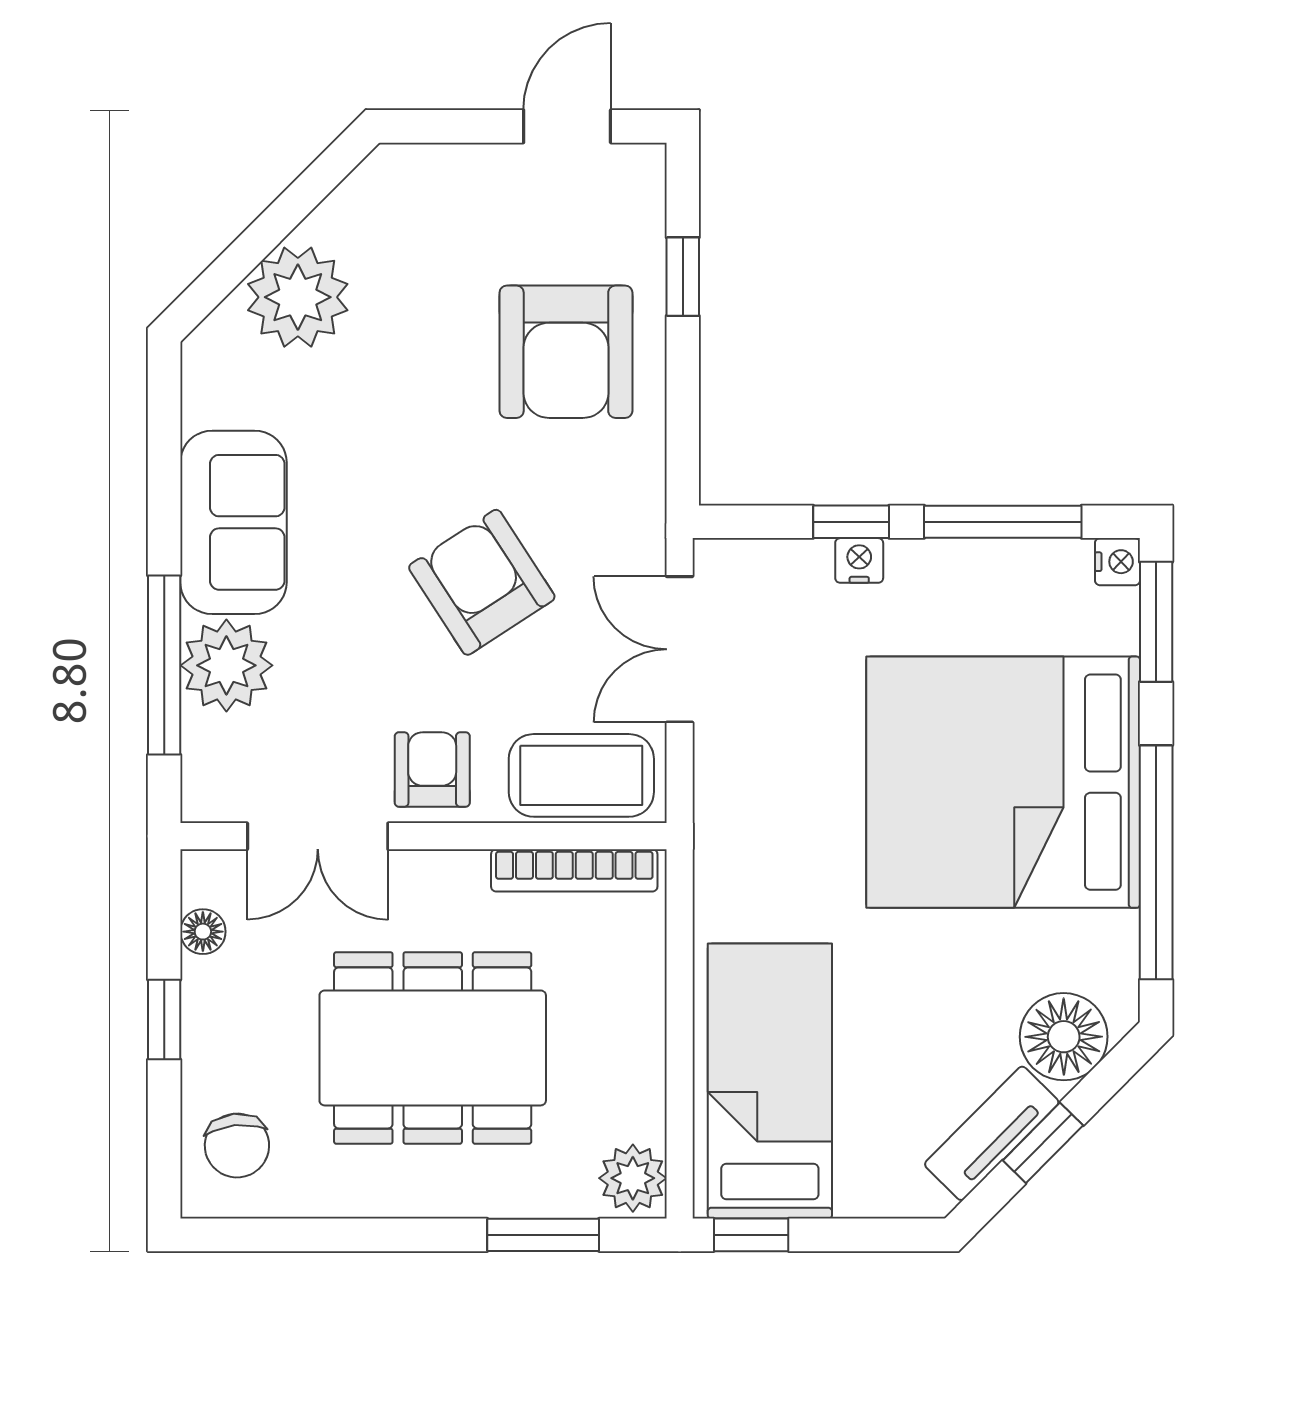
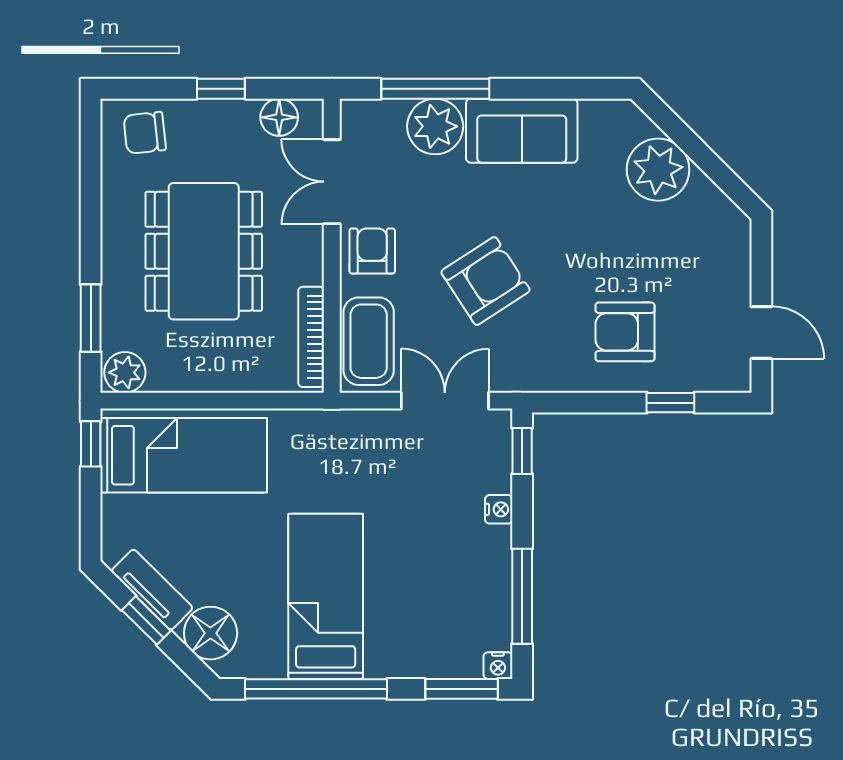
armchair: (566, 352) -> (625, 332), width x0.73, depth x0.73
window: (851, 522) -> (522, 451), moved
armchair: (432, 770) -> (372, 251), turned -90
bed: (1003, 782) -> (326, 596), width x0.49
floor lamp: (203, 932) -> (279, 117), width x1.37, depth x1.37

